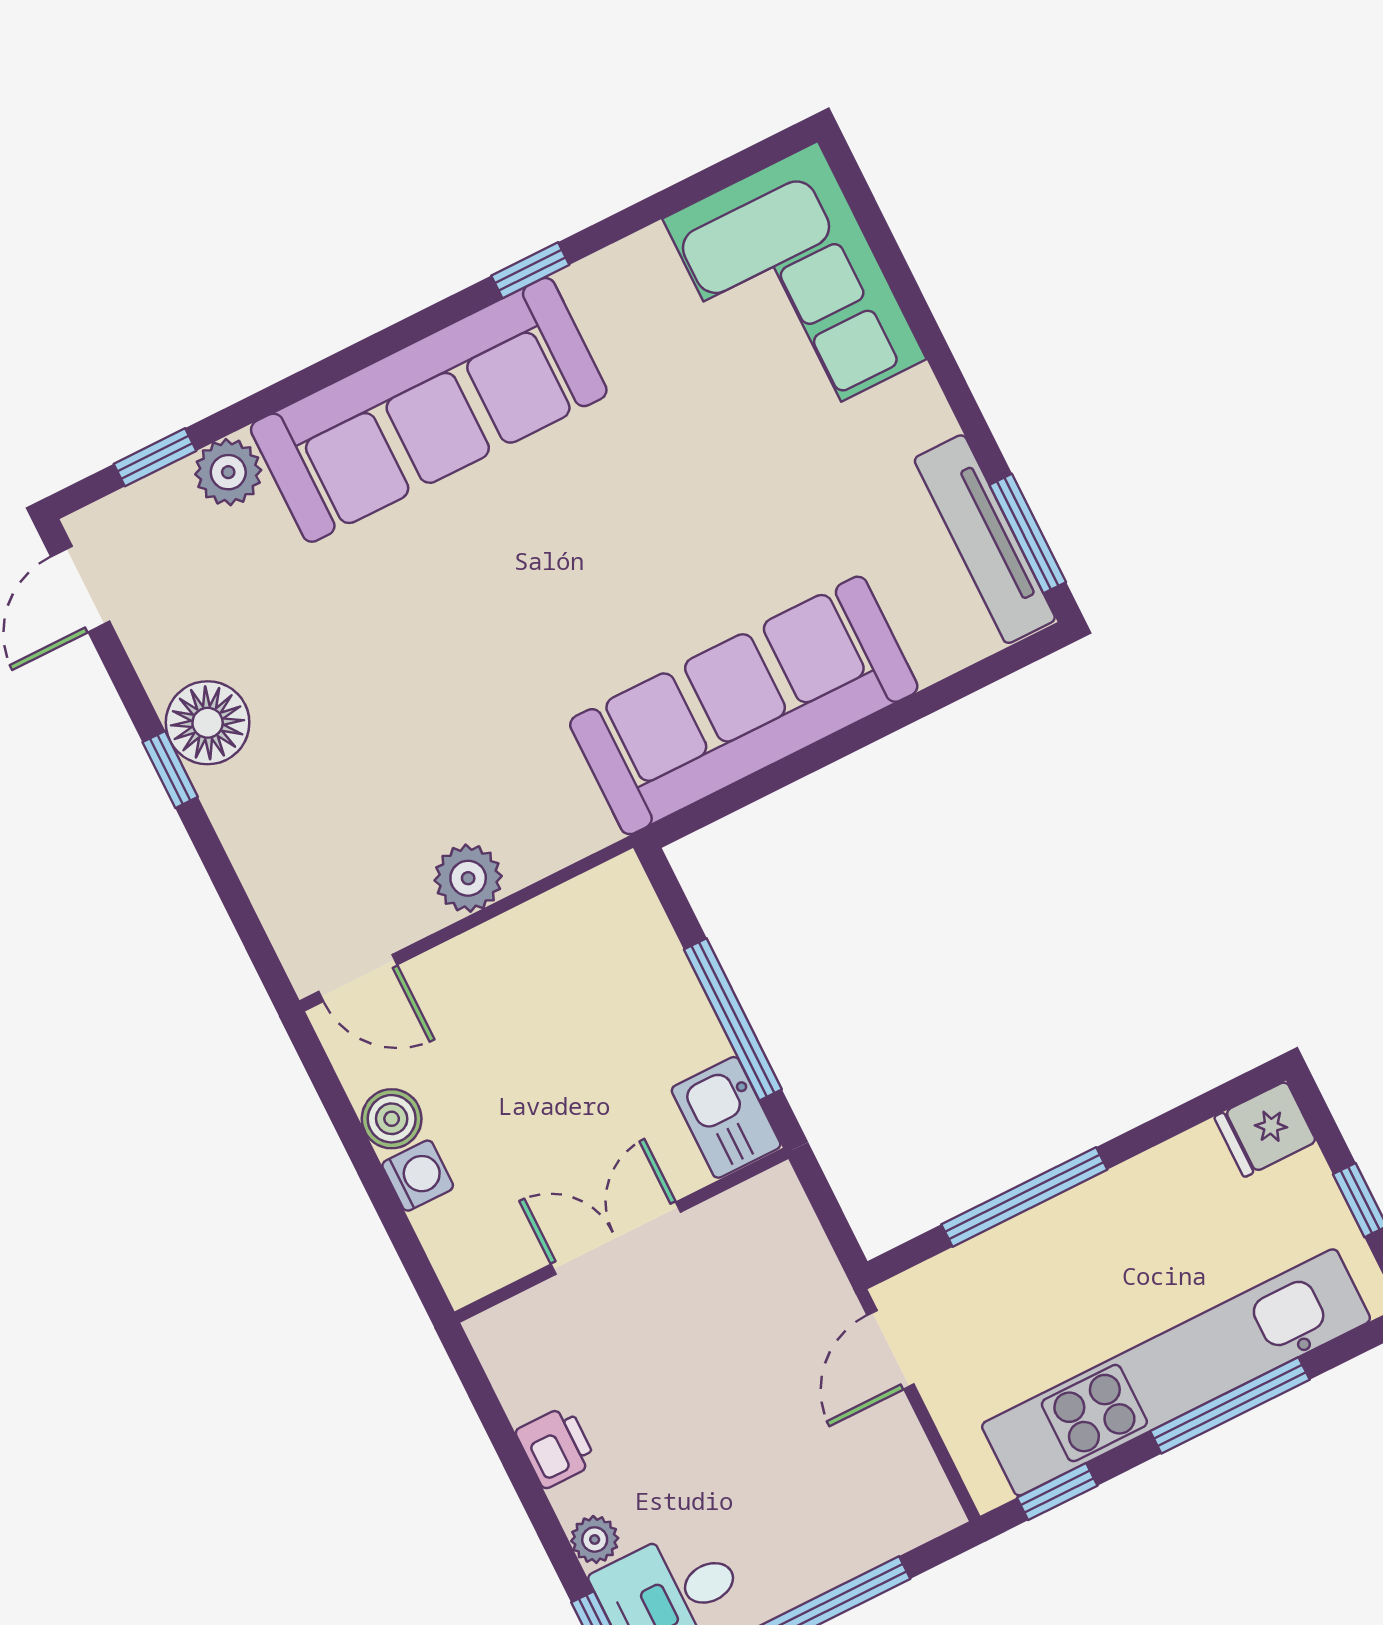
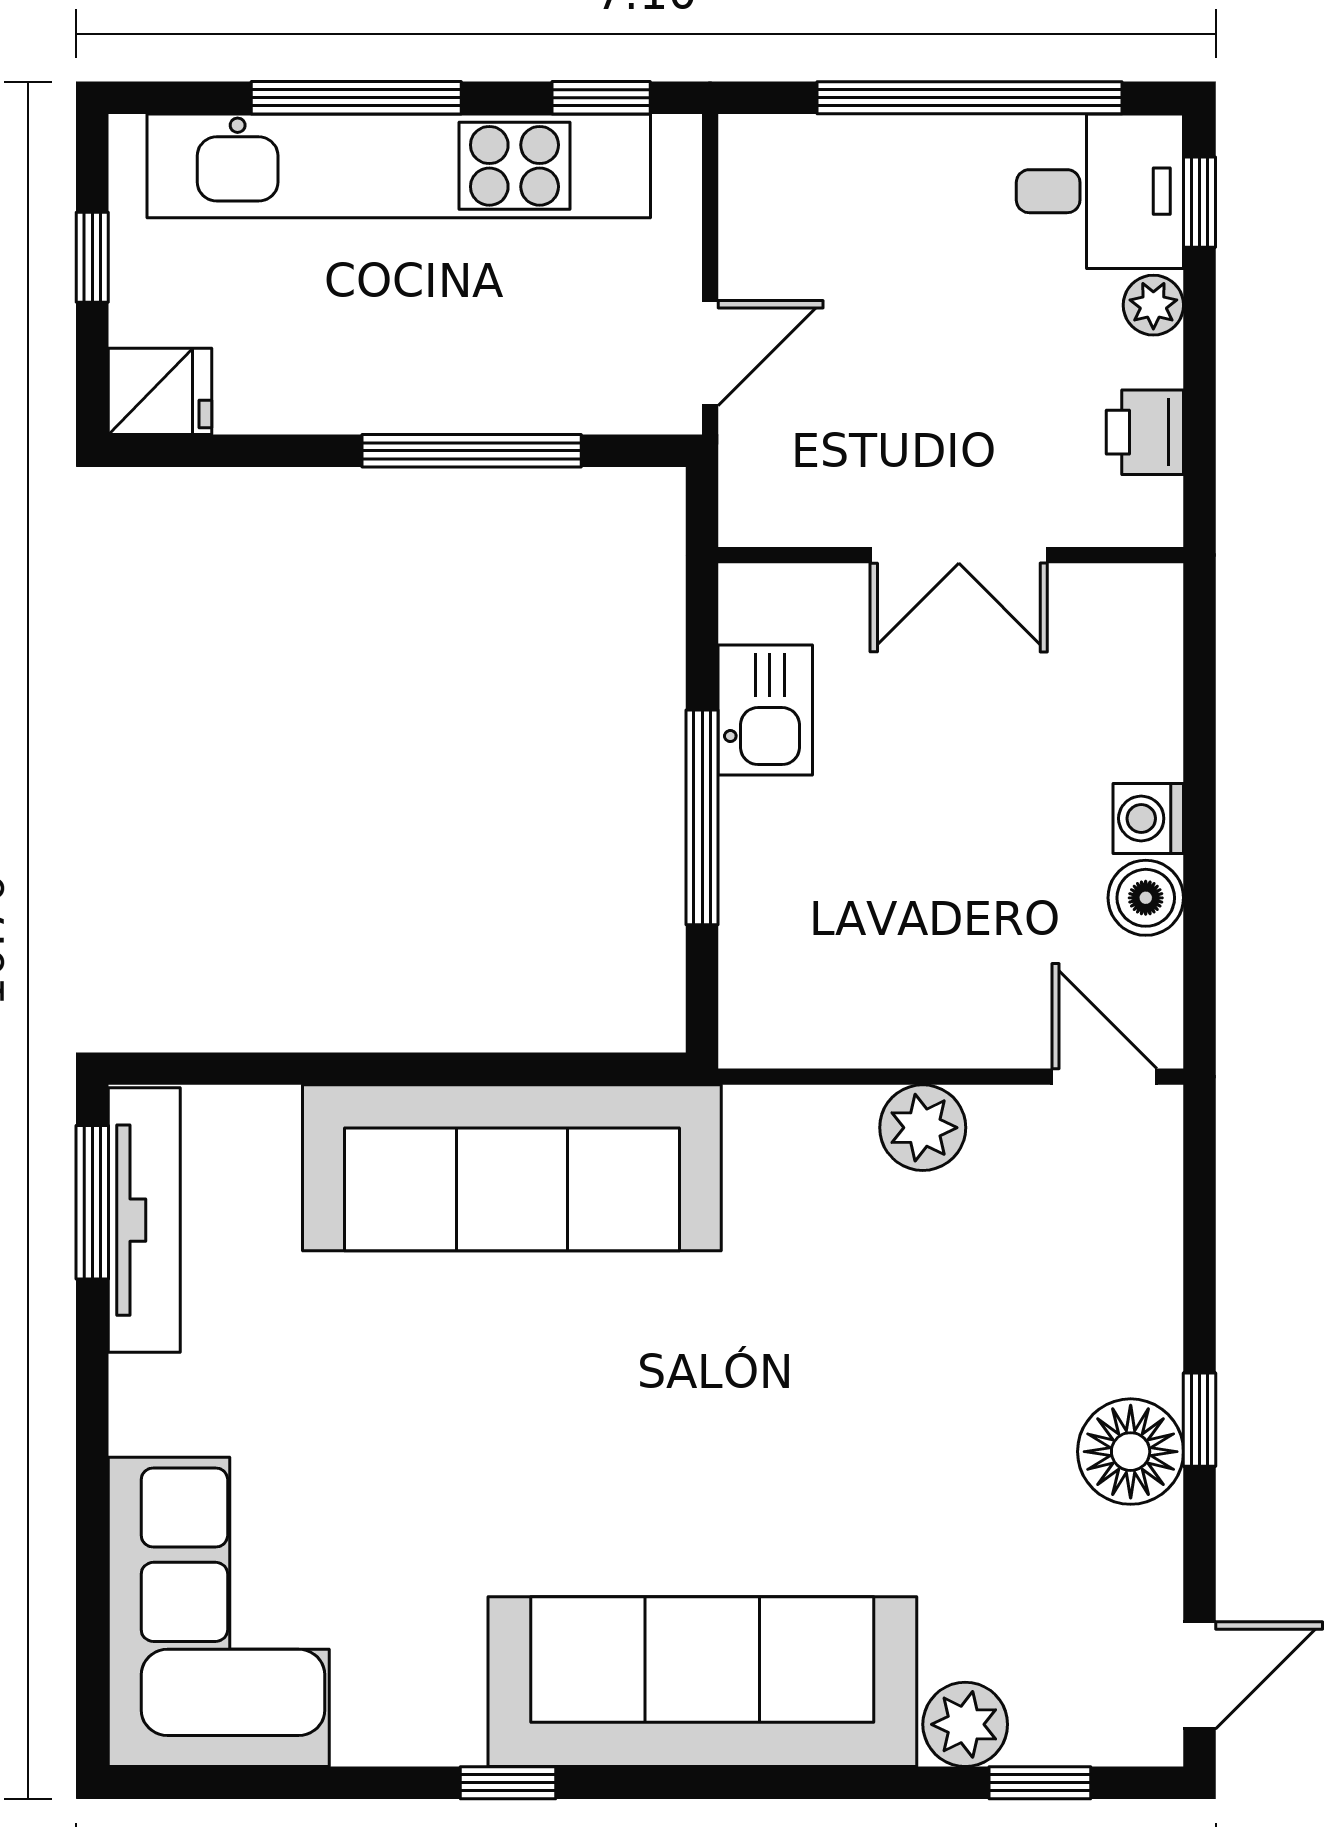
wall: (621, 1235) -> (951, 555), moved
double door: (616, 1238) -> (959, 555), moved

